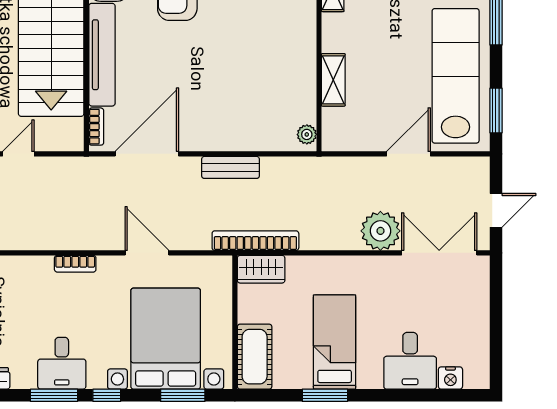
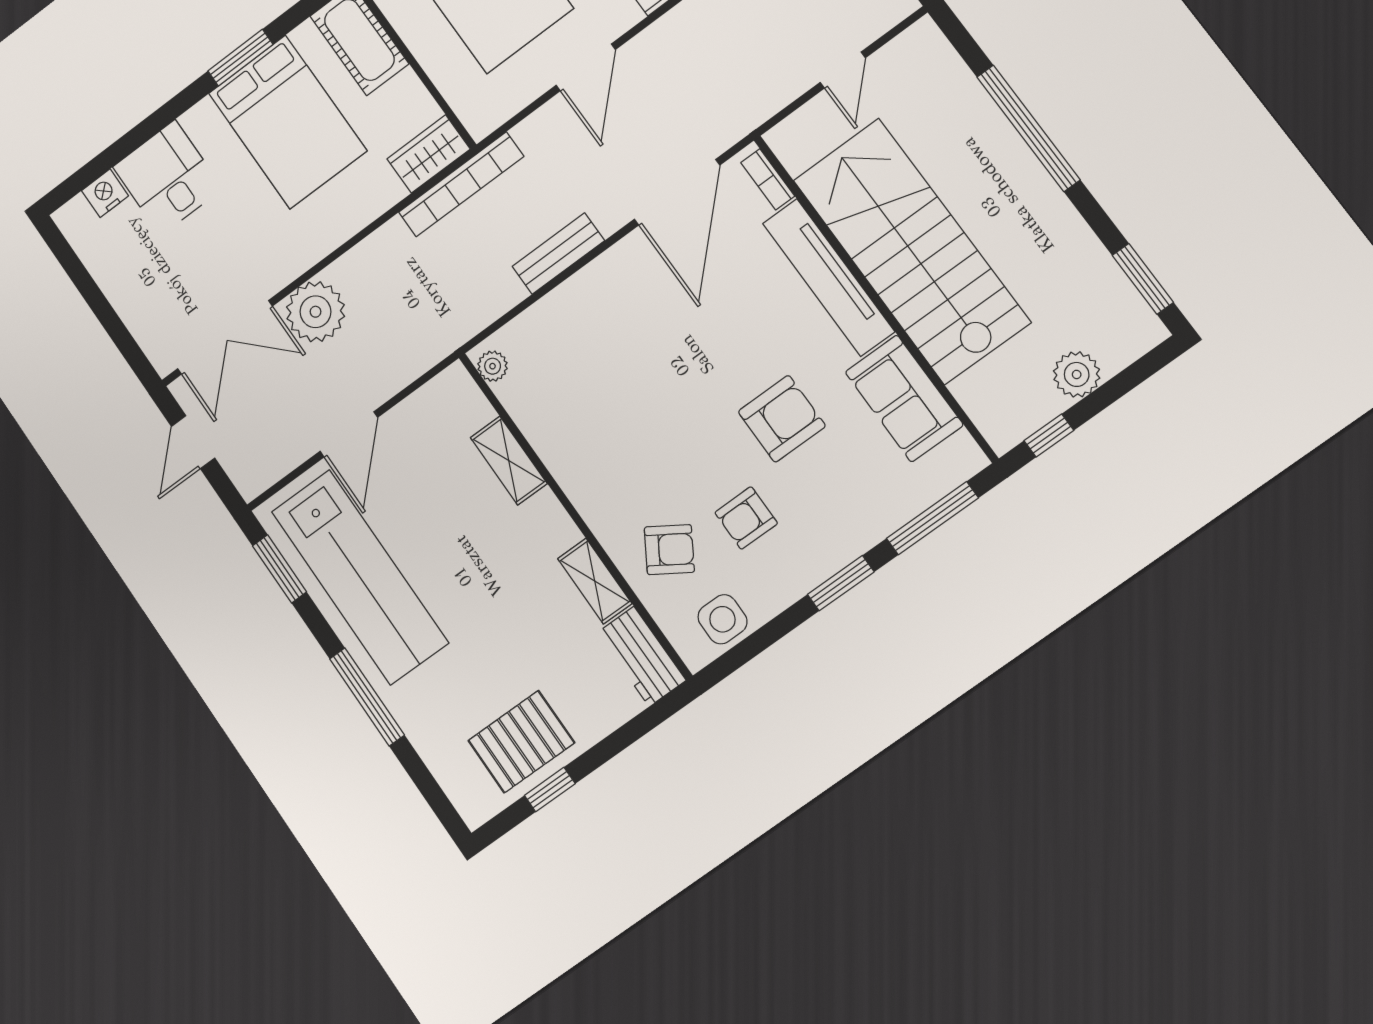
door: (147, 253) -> (586, 67), hinge flipped
bed: (335, 342) -> (288, 122), width x1.50

